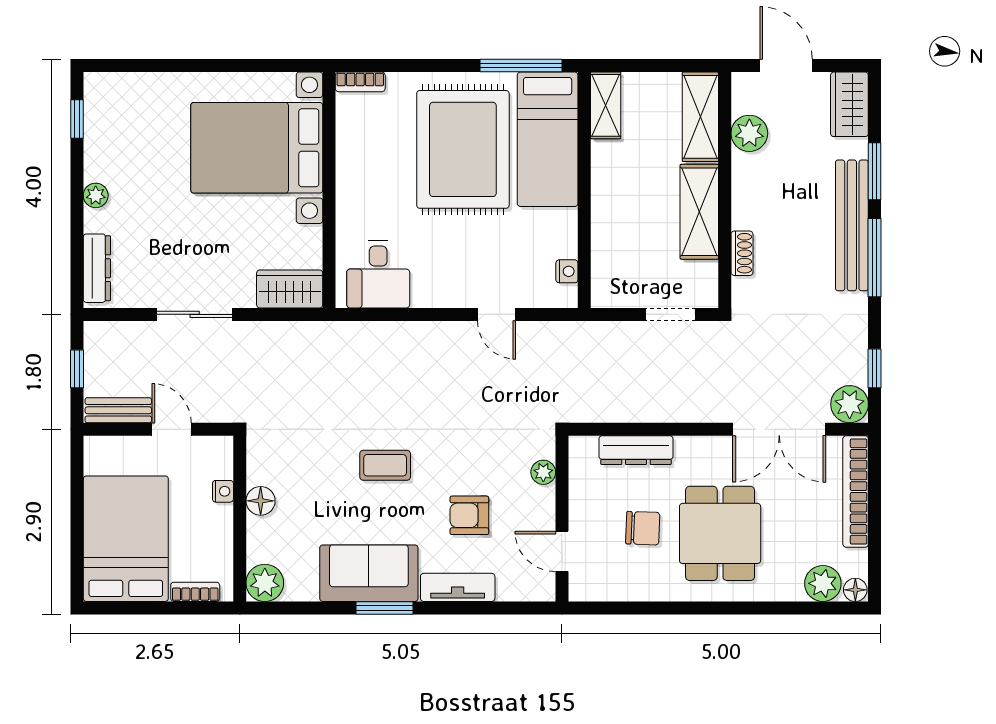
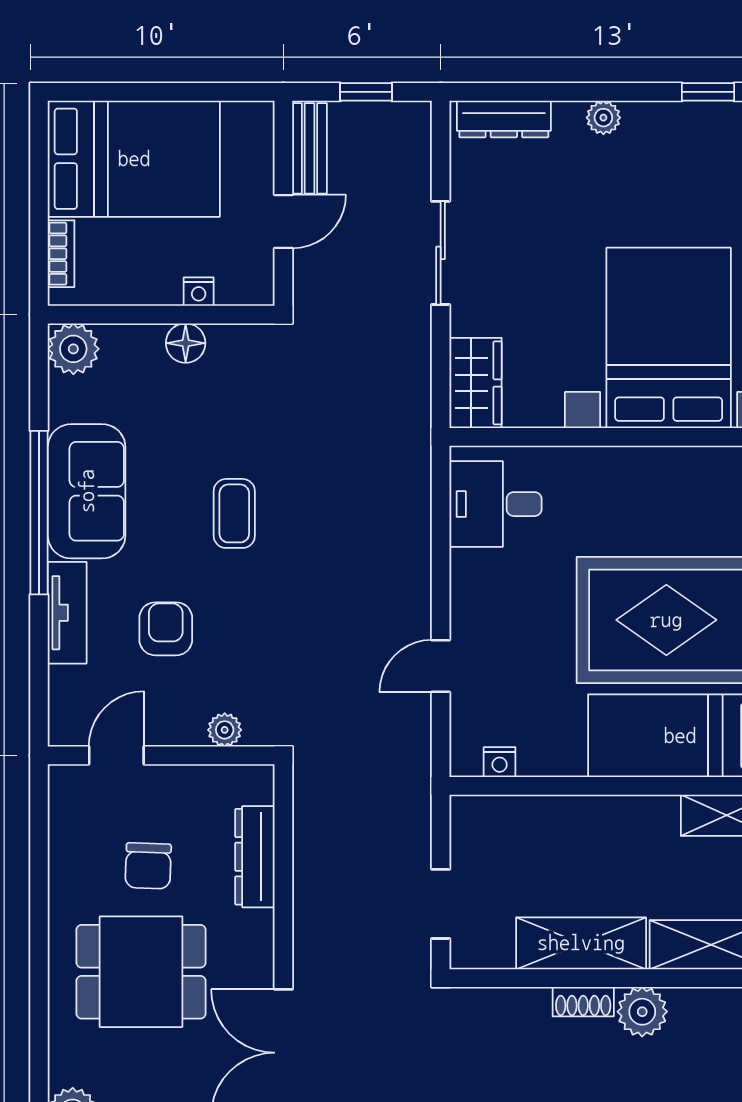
plant: (749, 133) -> (642, 1012), moved
shoe rack: (742, 253) -> (583, 1002), moved
window: (384, 608) -> (39, 513), width x2.11

